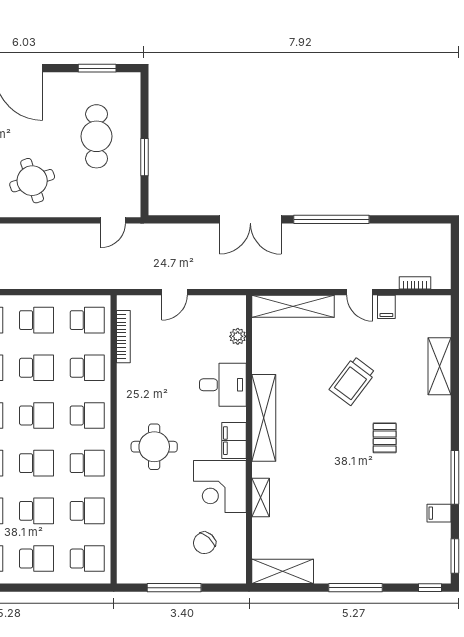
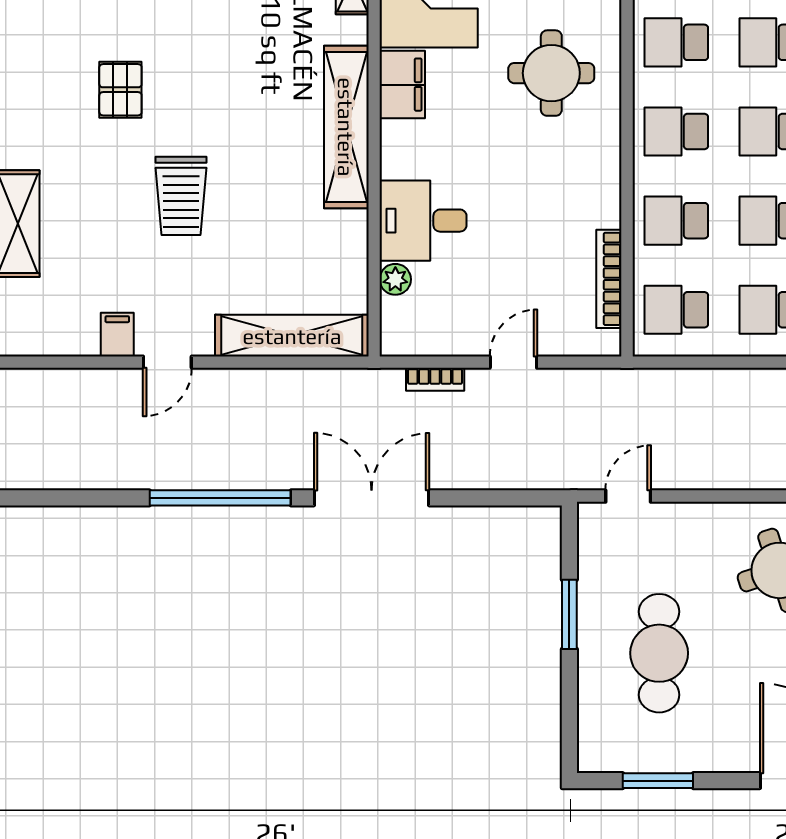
bookcase: (415, 283) -> (435, 379), moved
door: (360, 292) -> (167, 362), swing flipped
trolley: (352, 381) -> (181, 196), turned 143
desk: (223, 385) -> (423, 221), moved

